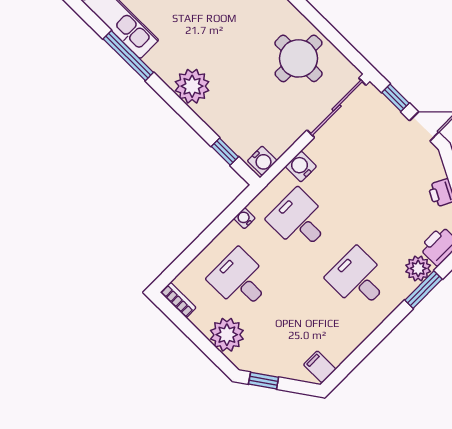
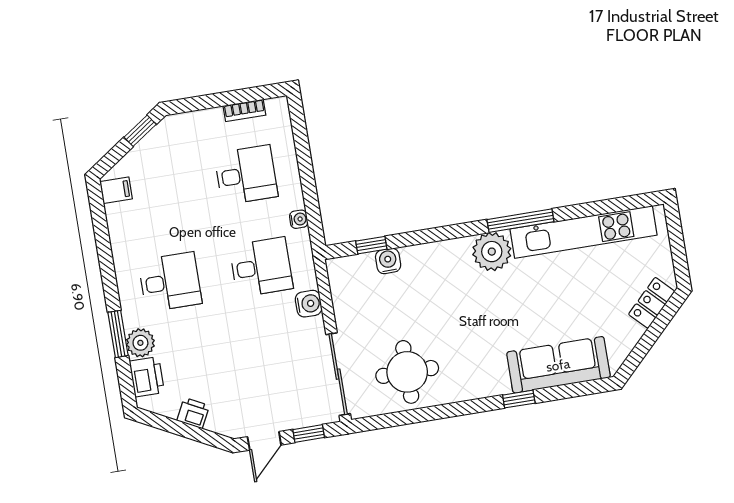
plant: (192, 86) -> (492, 252), moved
water cooler: (262, 161) -> (388, 261), moved, turned 90
bookcase: (178, 300) -> (244, 110), moved
plant: (227, 335) -> (205, 128), removed

